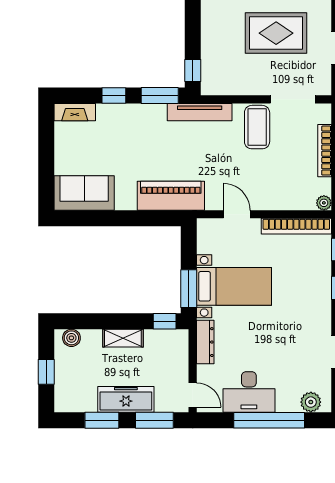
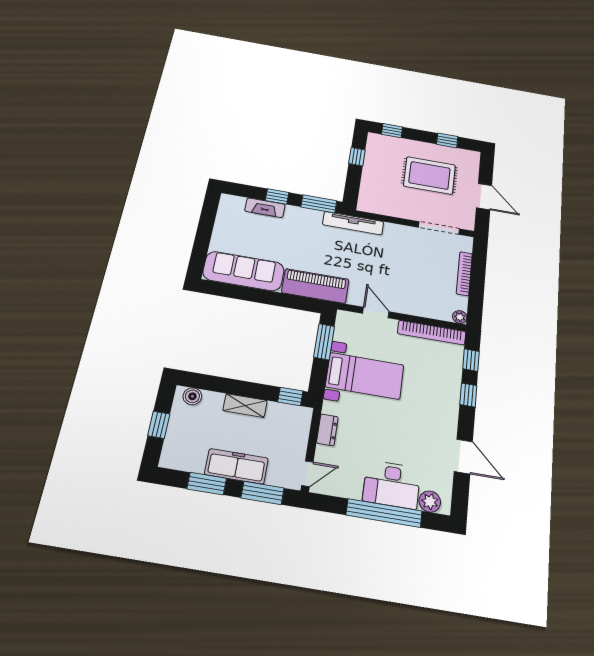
window: (193, 71) -> (357, 157), moved
fireplace: (75, 112) -> (265, 208), moved
coffee table: (257, 127) -> (404, 244), removed
sofa: (84, 193) -> (244, 271), width x1.36
window: (189, 289) -> (324, 342), moved
dresser: (205, 342) -> (327, 430), width x0.70
desk: (249, 392) -> (392, 485), moved
door: (193, 395) -> (307, 474), hinge flipped

